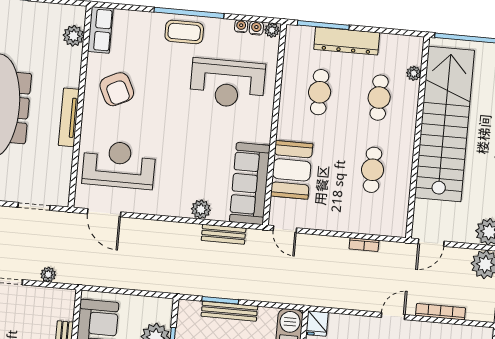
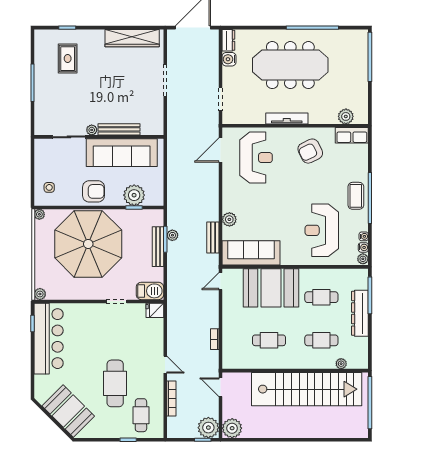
booth: (292, 170) -> (271, 288), width x1.36, depth x1.42
plant: (48, 275) -> (172, 235), moved

